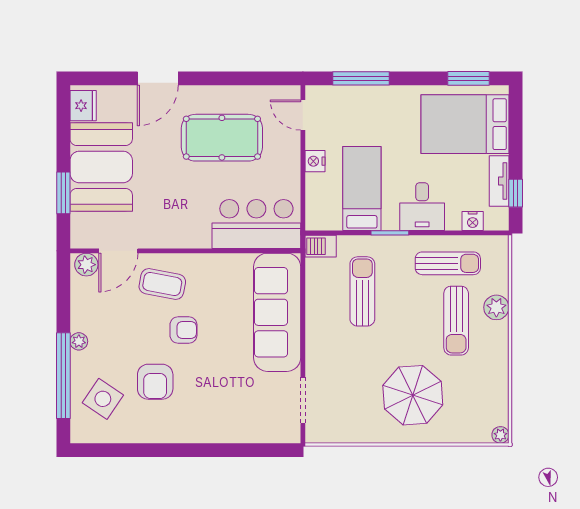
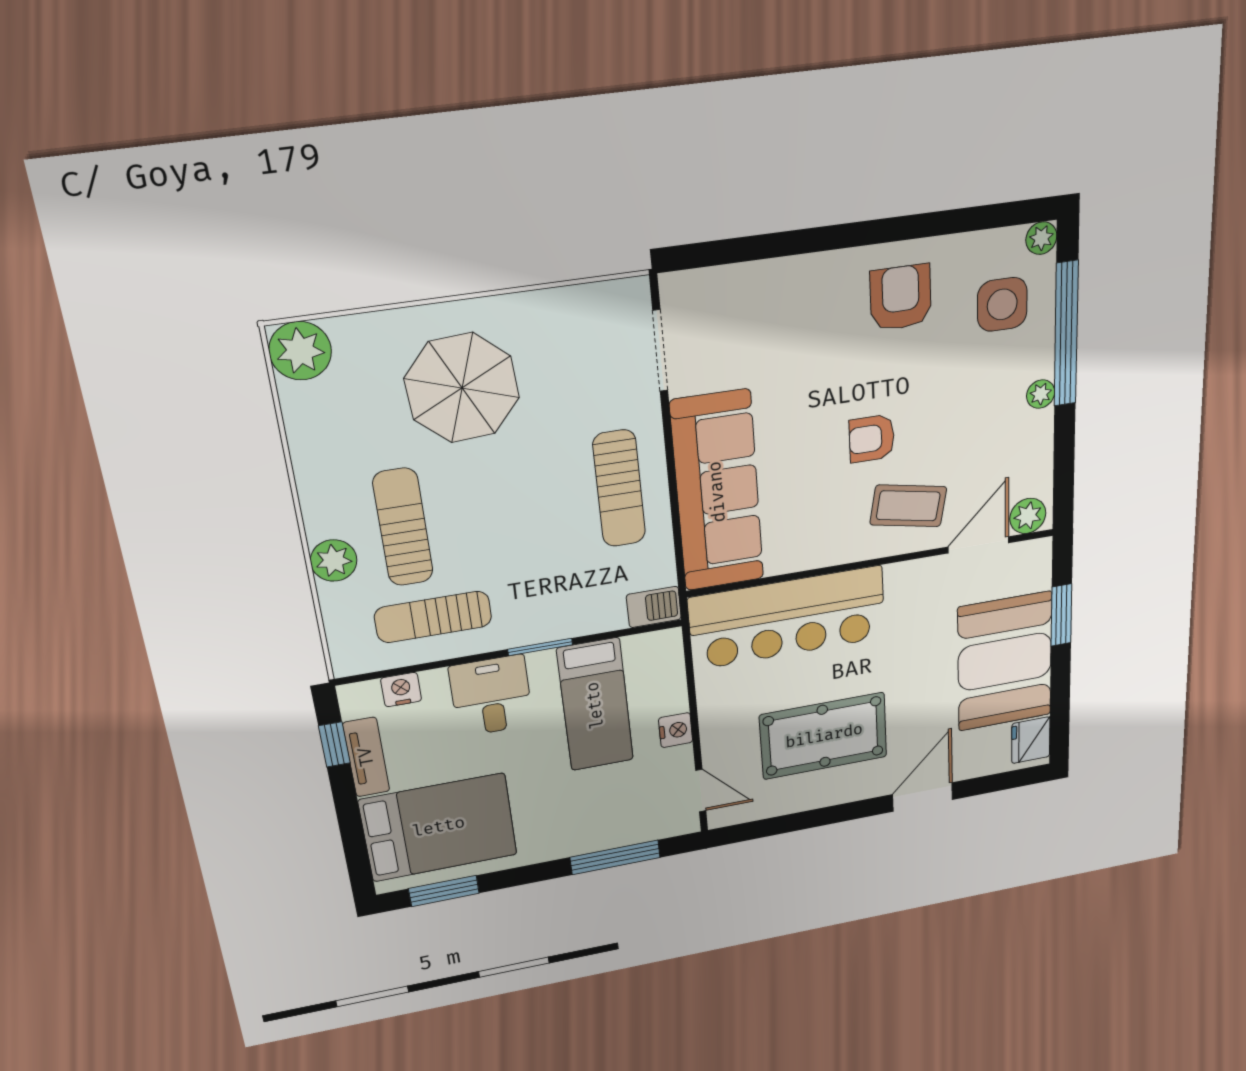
bar counter: (256, 224) -> (788, 618), width x1.36
sun lounger: (362, 291) -> (619, 489), moved
armchair: (155, 382) -> (901, 298), moved
side table: (103, 399) -> (1002, 304), turned -34
plant: (79, 434) -> (1041, 238), added
plant: (500, 435) -> (300, 351), width x1.88, depth x1.88

